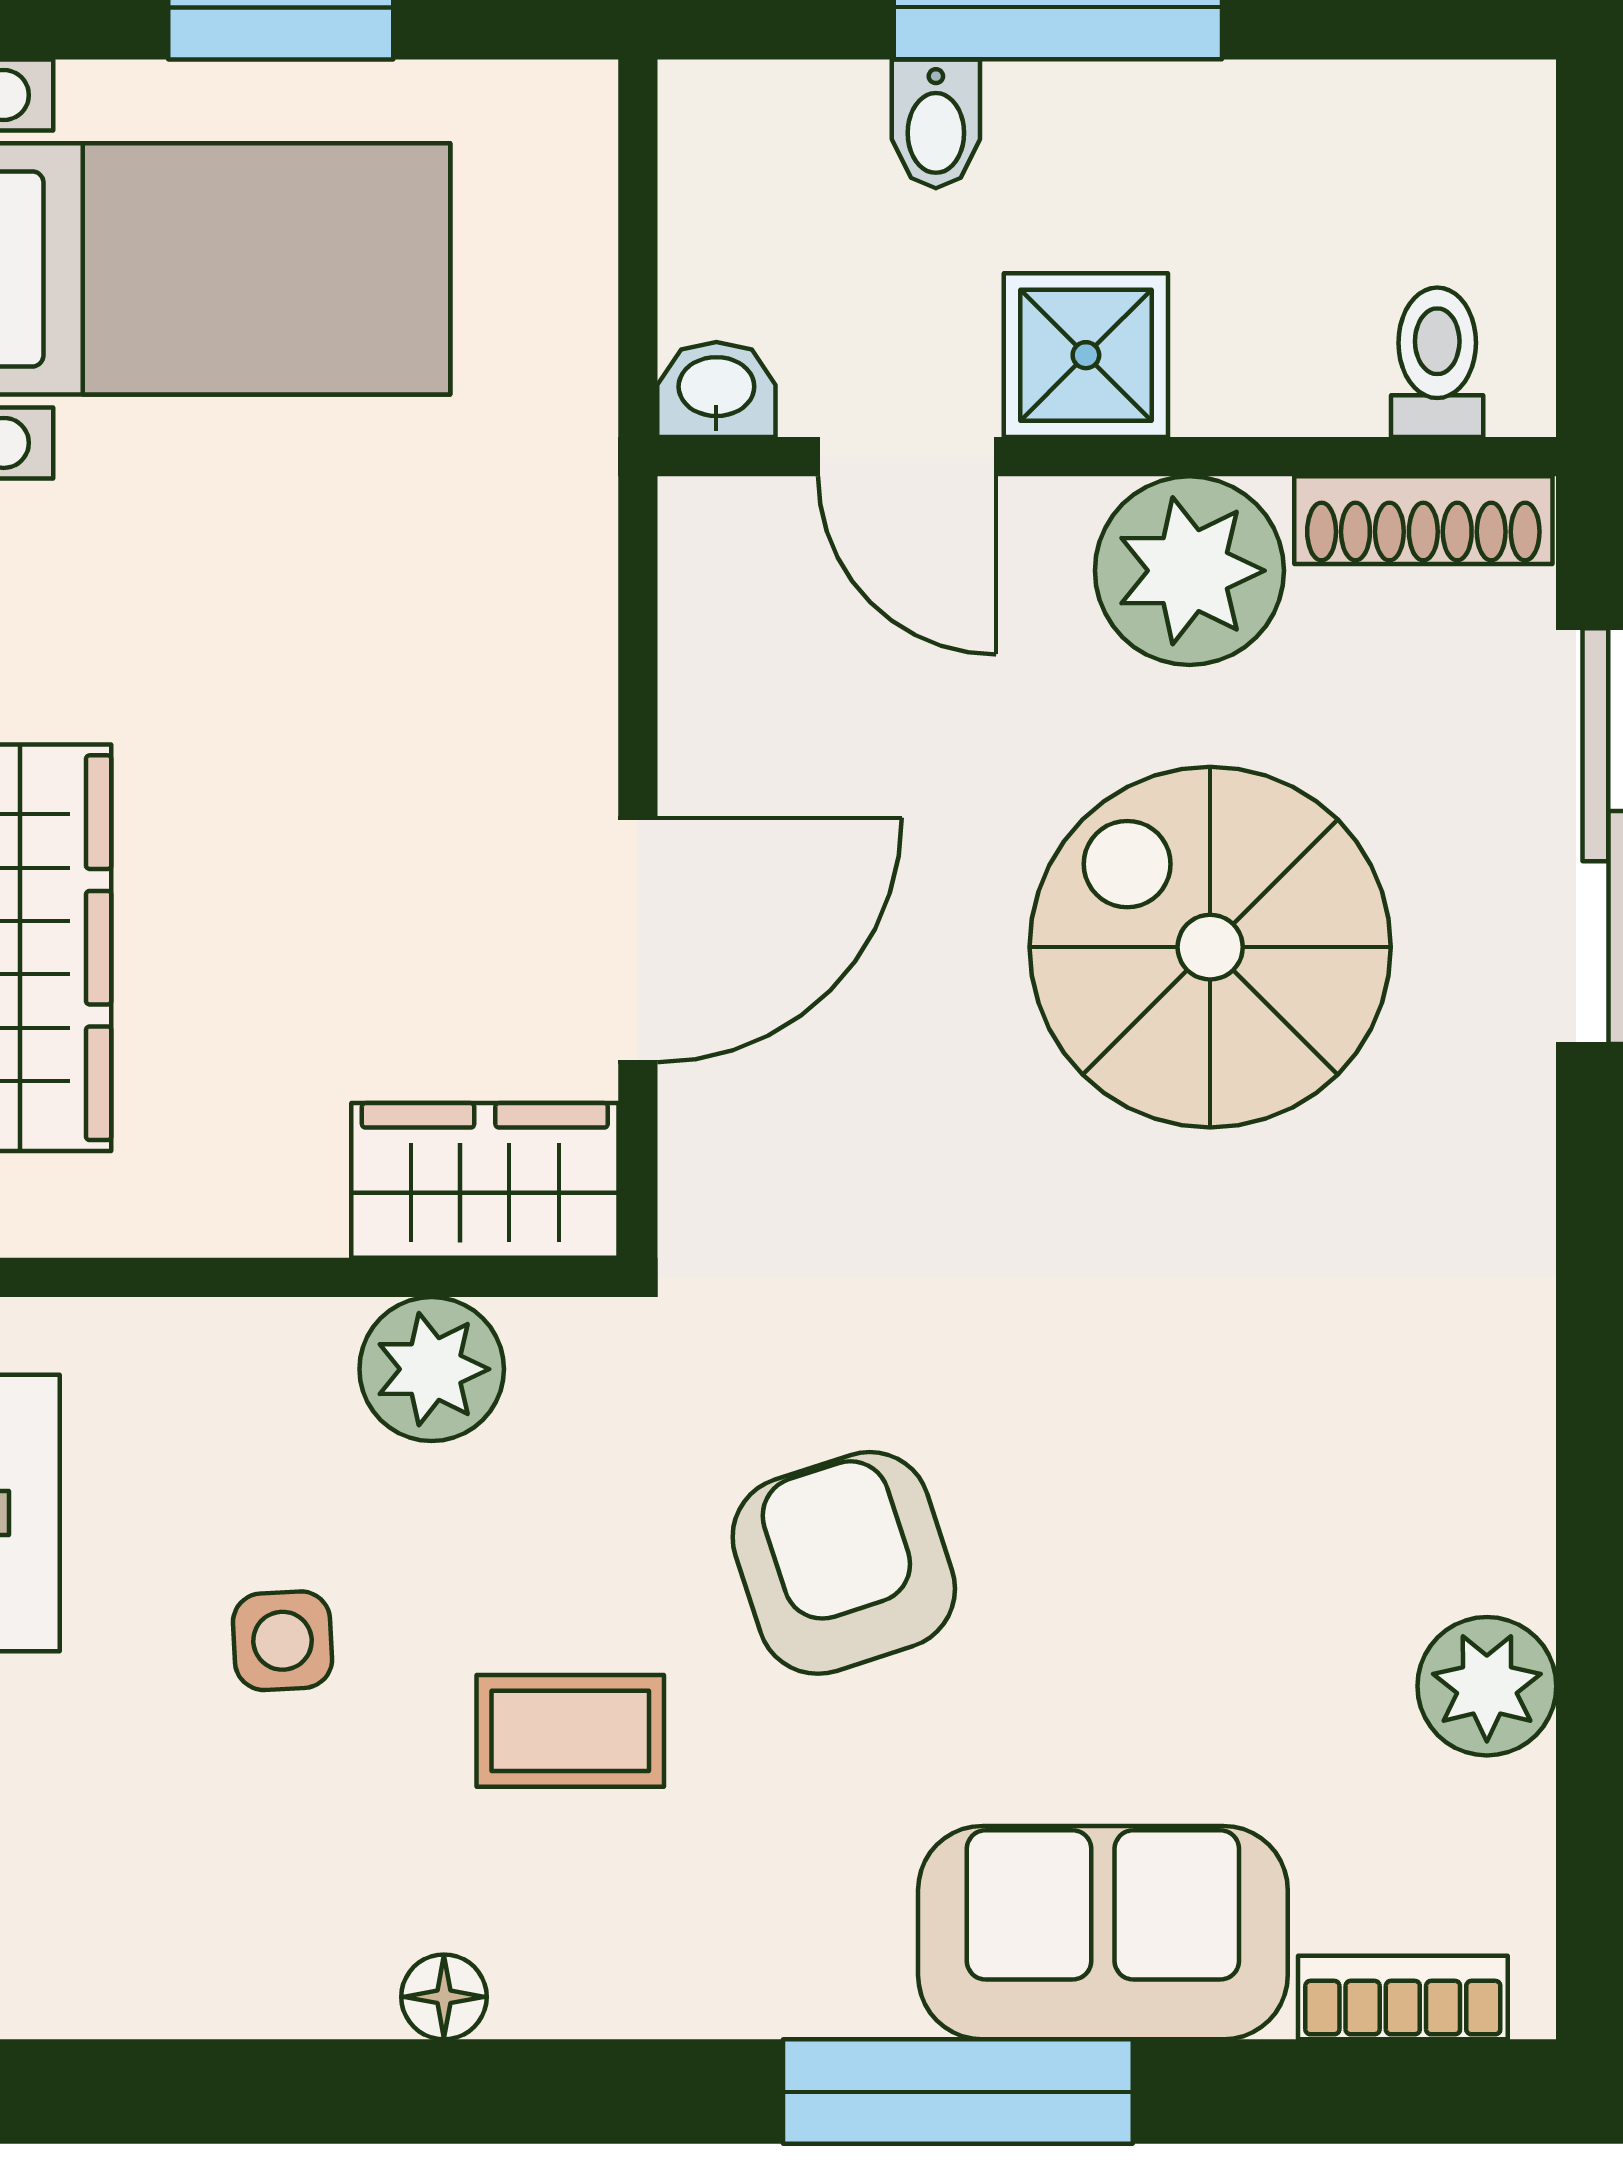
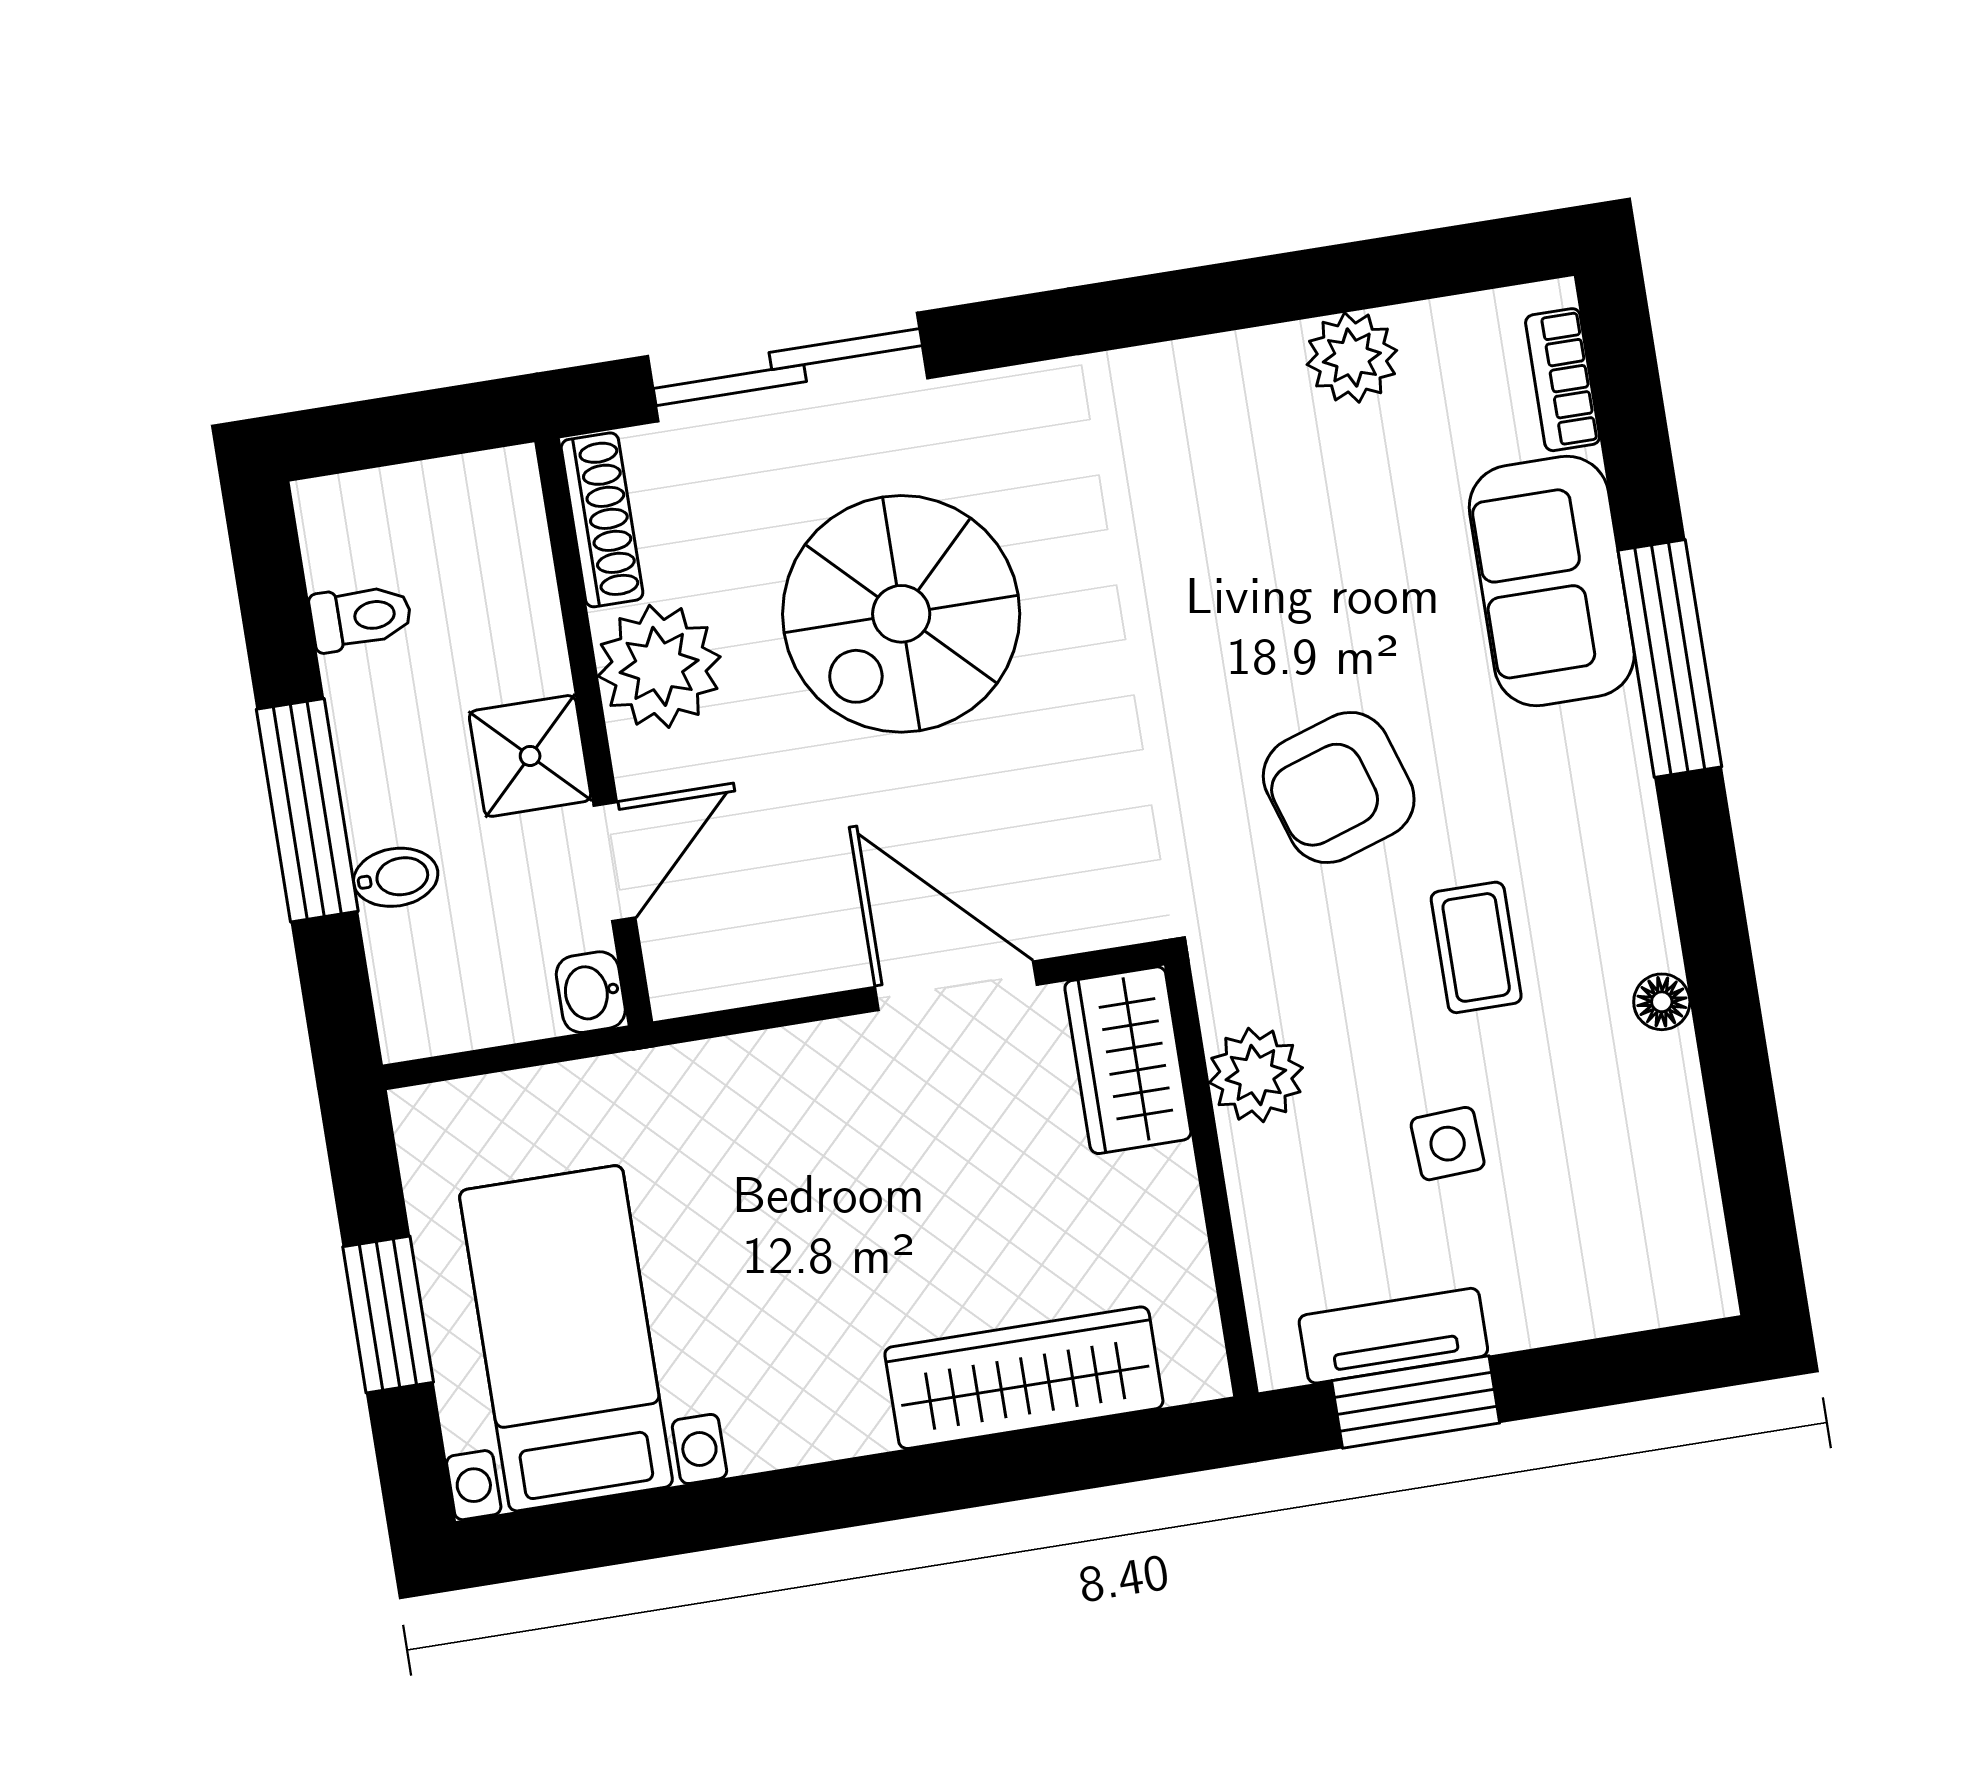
toilet: (1437, 362) -> (361, 617), moved, turned 180

